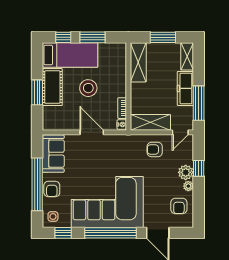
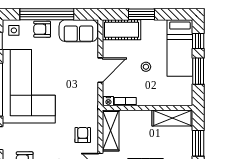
cot: (52, 87) -> (121, 30), moved
stool: (88, 88) -> (146, 67), width x0.53, depth x0.53

